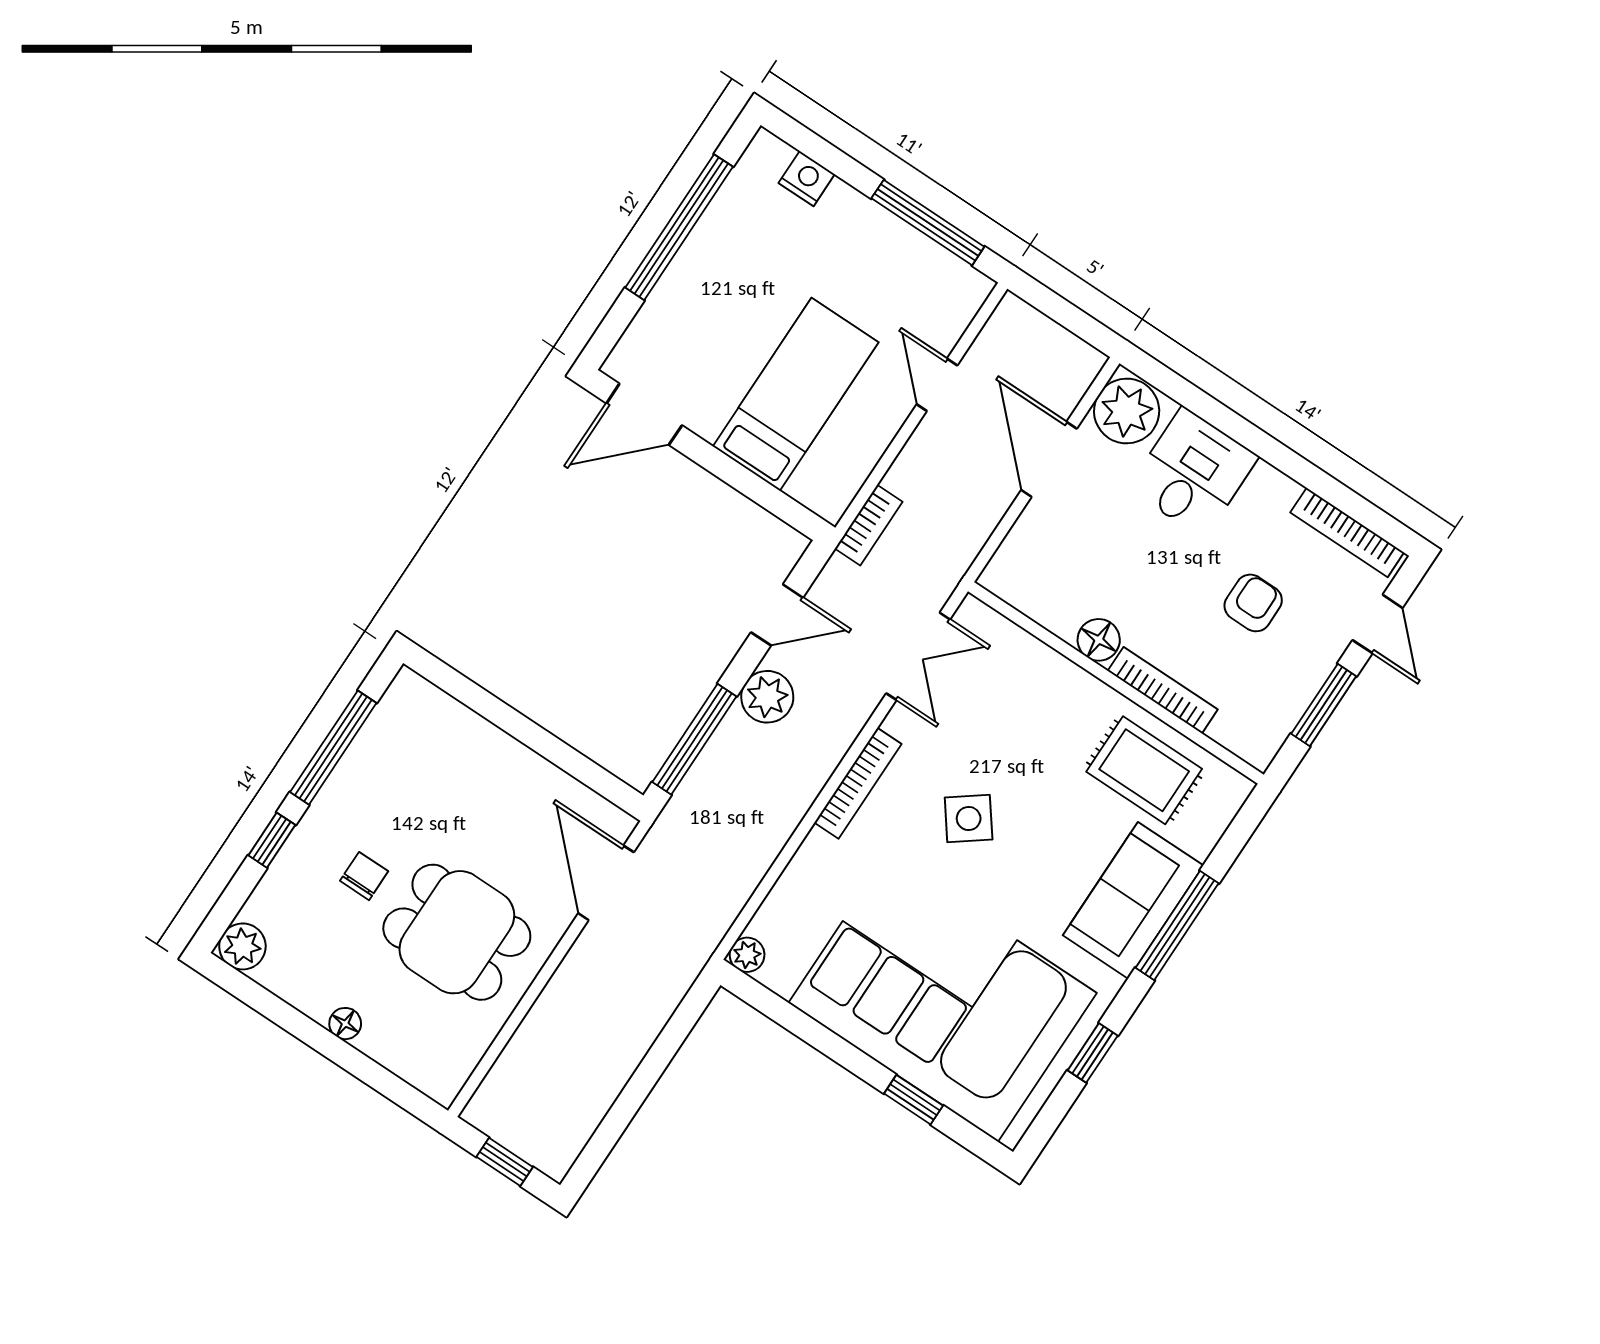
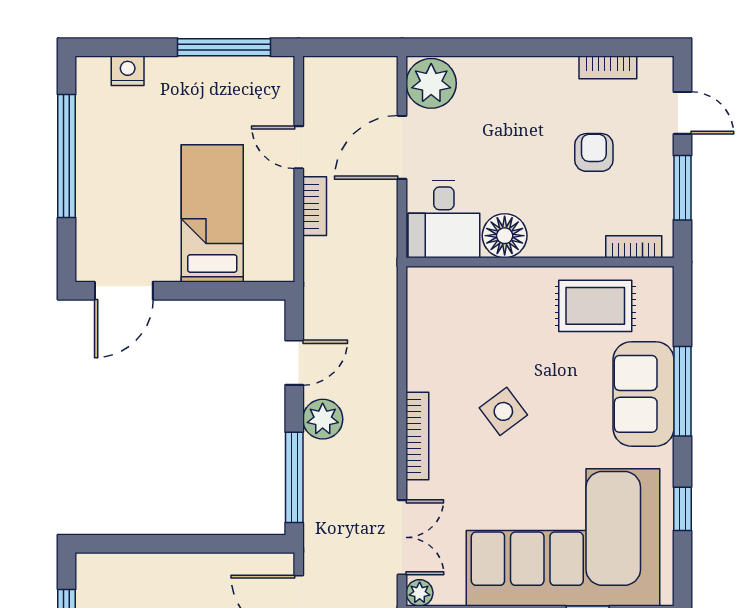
door: (1049, 459) -> (402, 147), hinge flipped
desk: (1193, 473) -> (444, 219), moved, turned 180
bookcase: (869, 525) -> (315, 206), moved
bookcase: (1347, 532) -> (608, 67), width x0.64
floor lamp: (1099, 640) -> (505, 236), width x1.38, depth x1.38
double door: (918, 656) -> (402, 537), moved
bookcase: (1163, 690) -> (634, 247), moved, width x0.64

